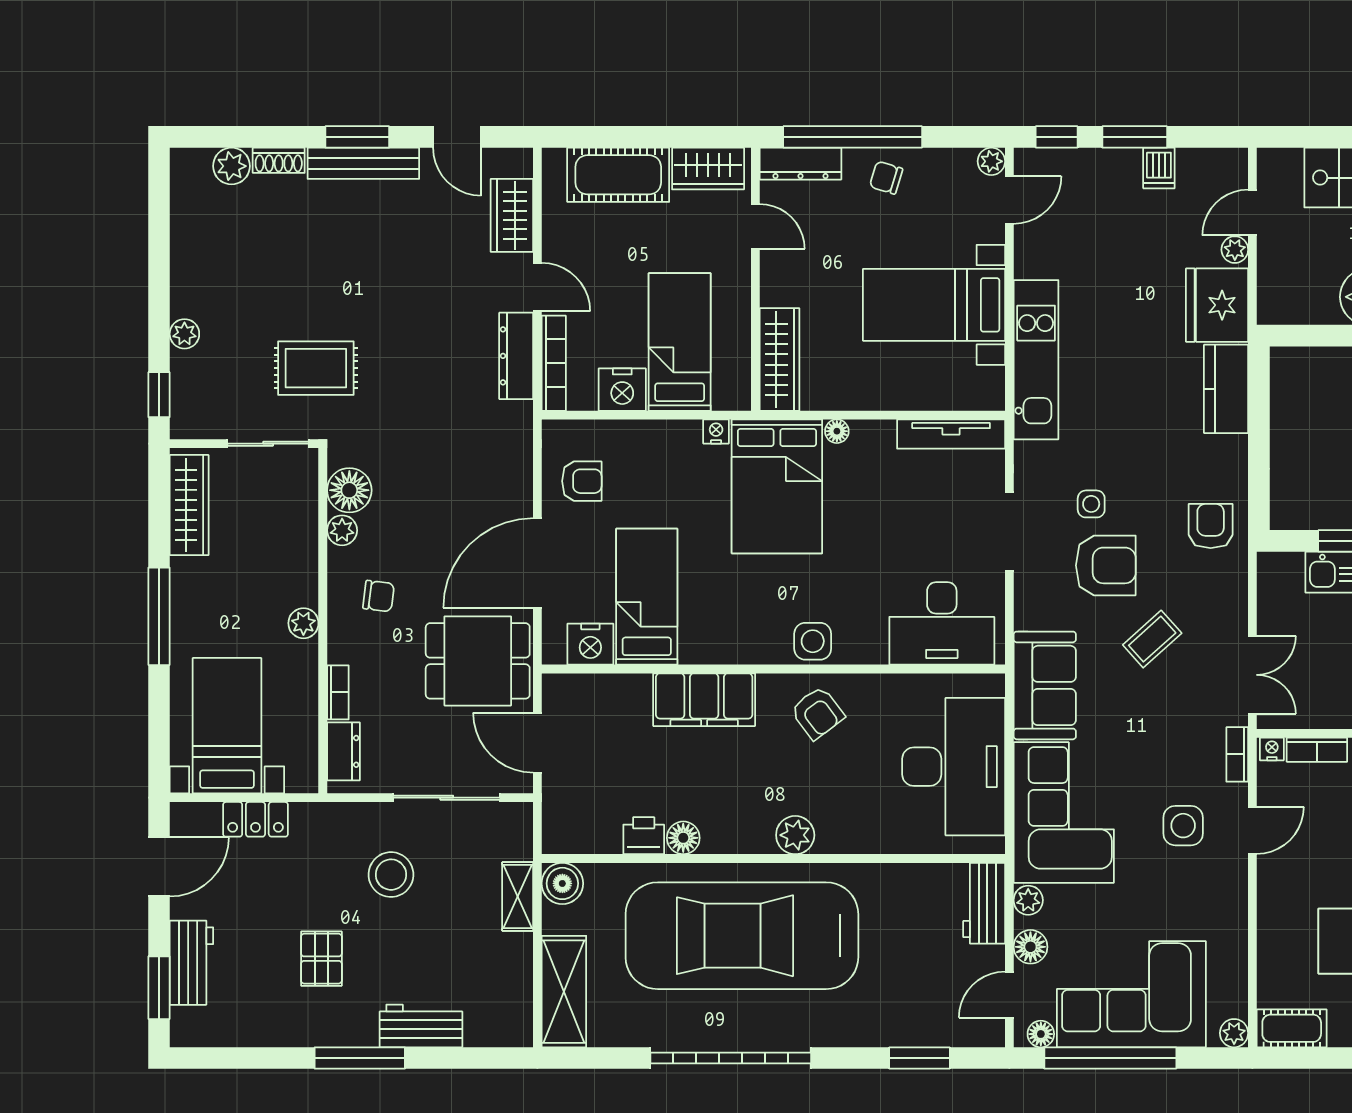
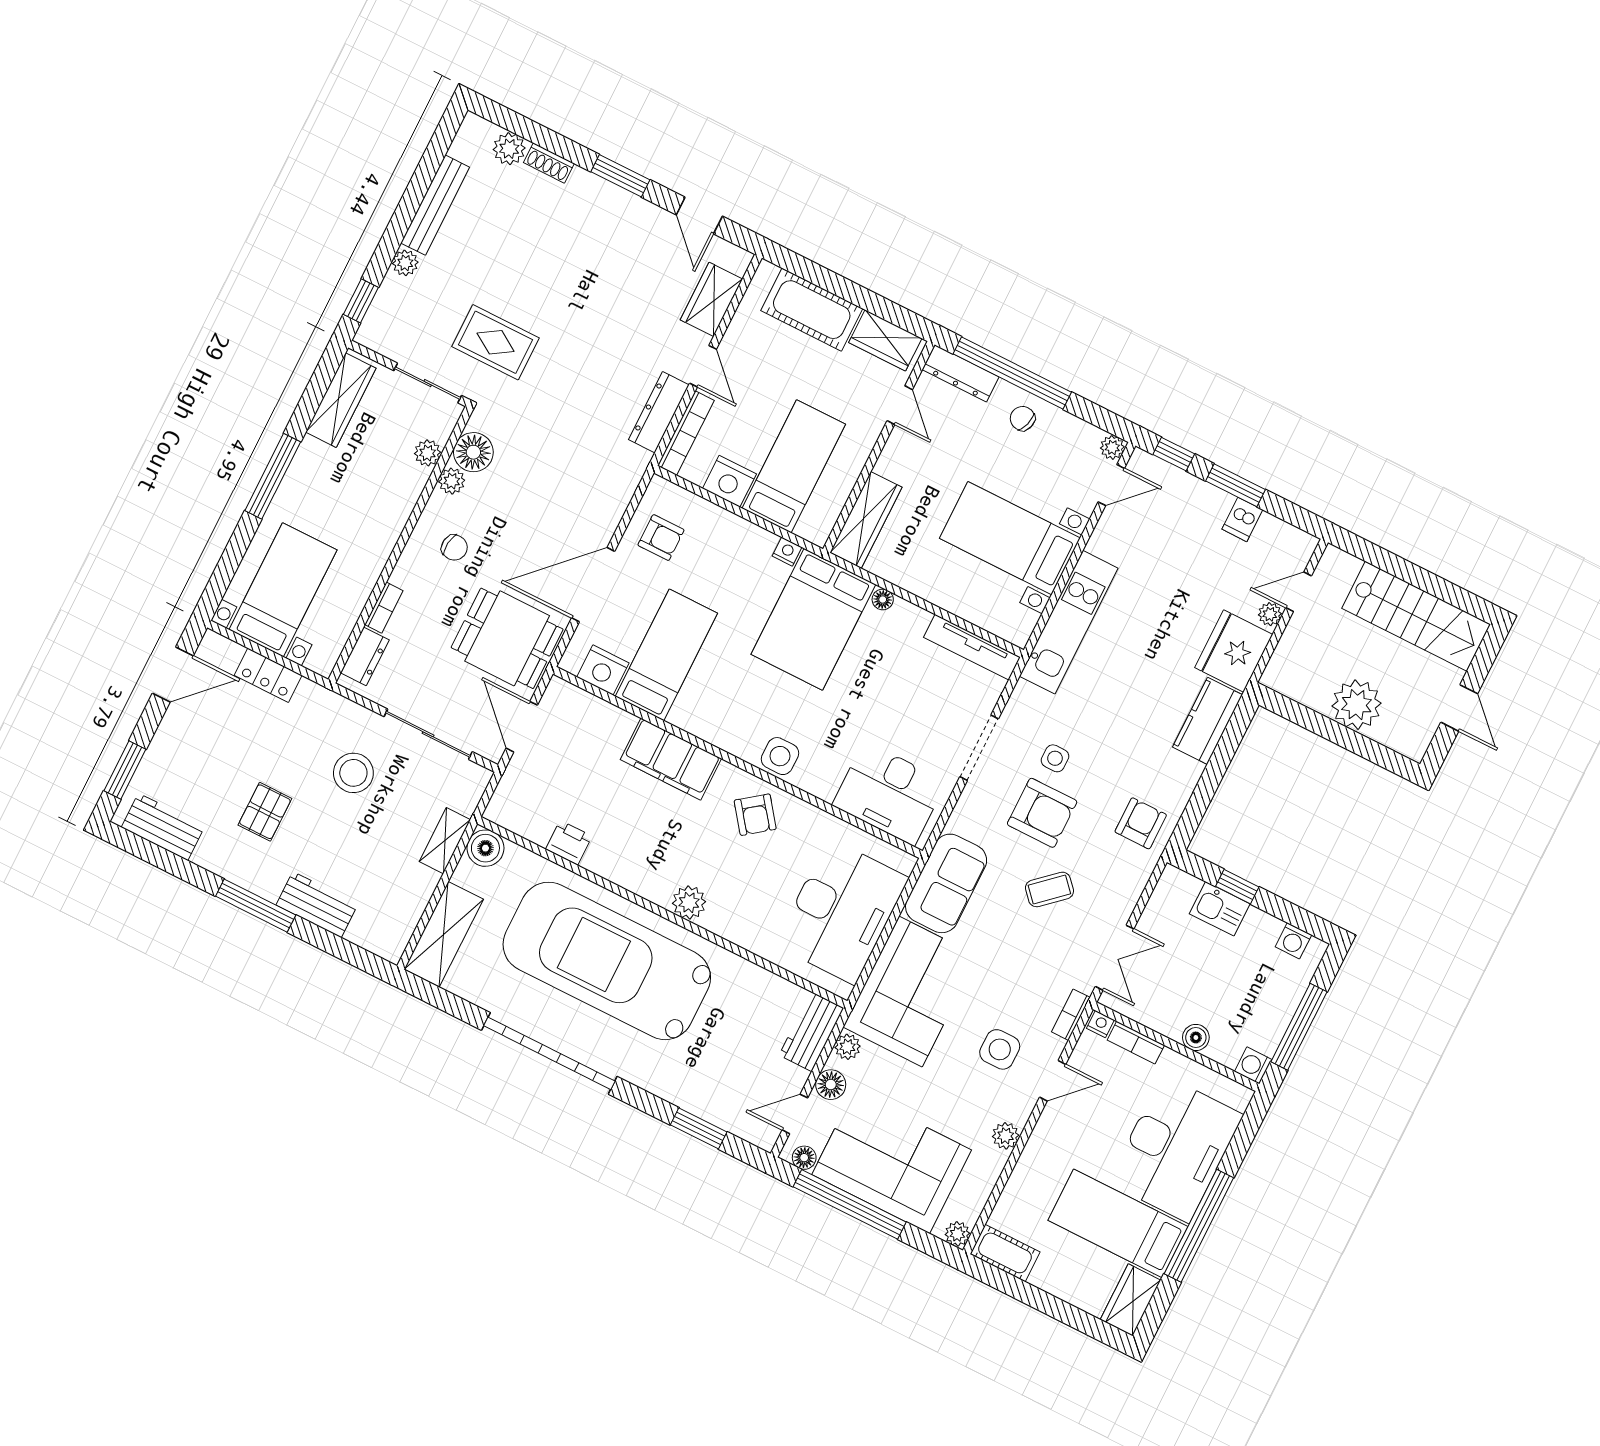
bench: (363, 163) -> (435, 205), moved, turned 90
plant: (303, 623) -> (428, 453), moved
floor lamp: (683, 838) -> (599, 860), removed
plant: (1233, 910) -> (1006, 1136), added
workbench: (191, 963) -> (163, 827), moved, turned -90

